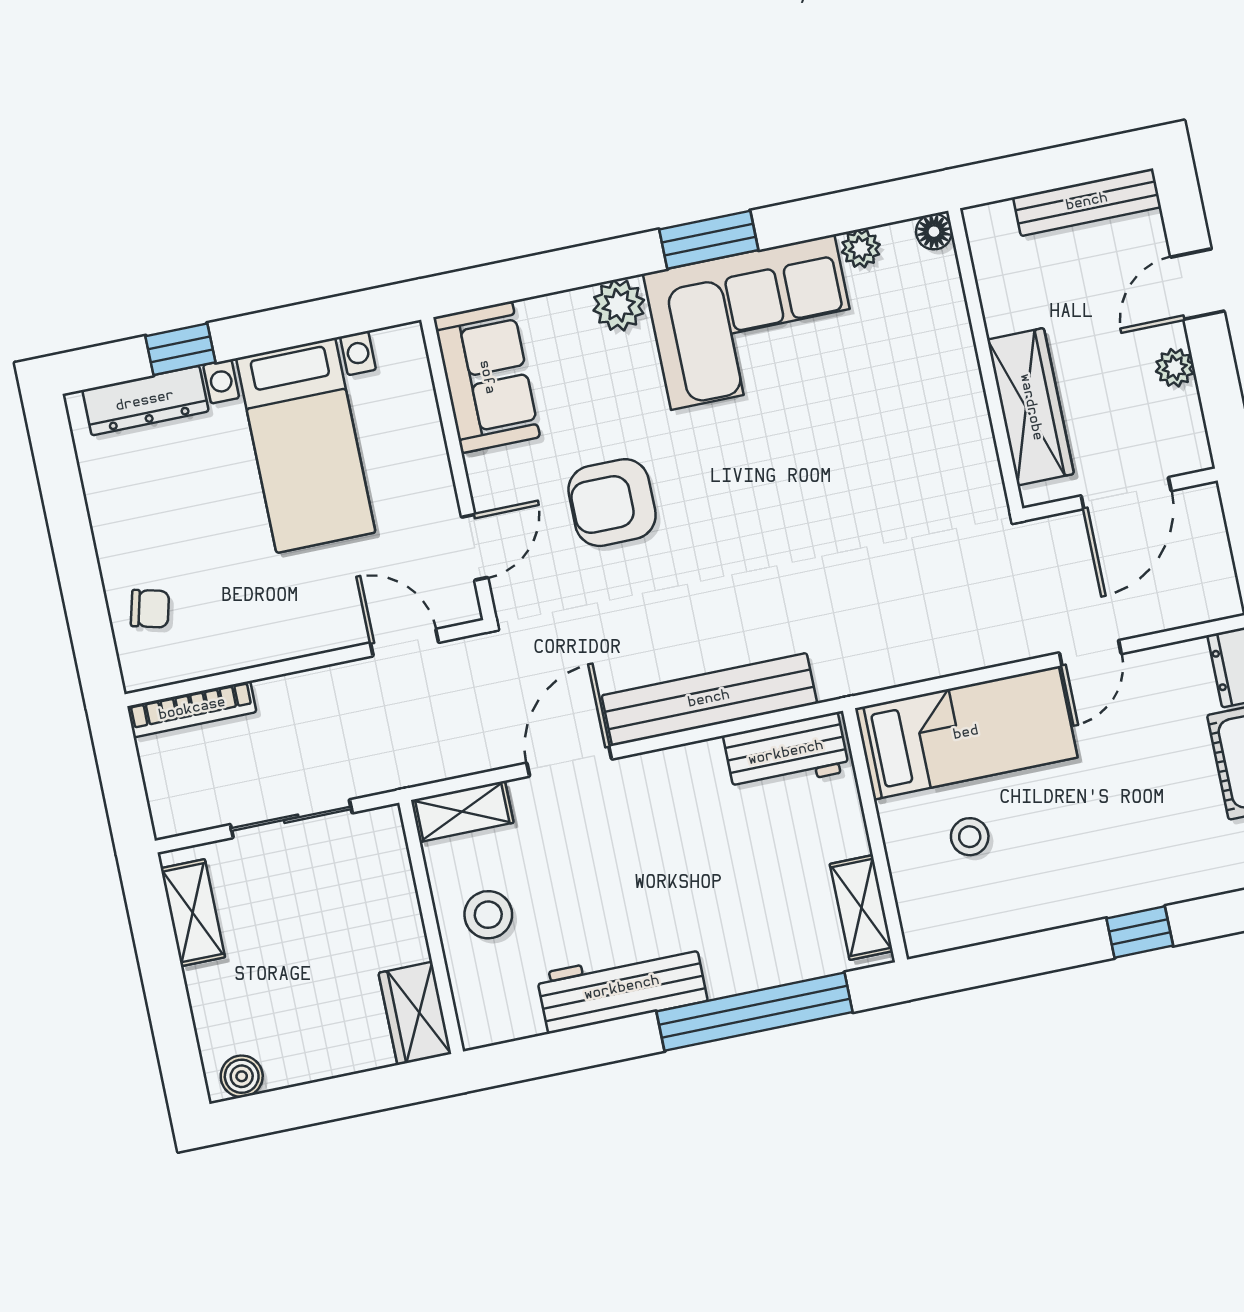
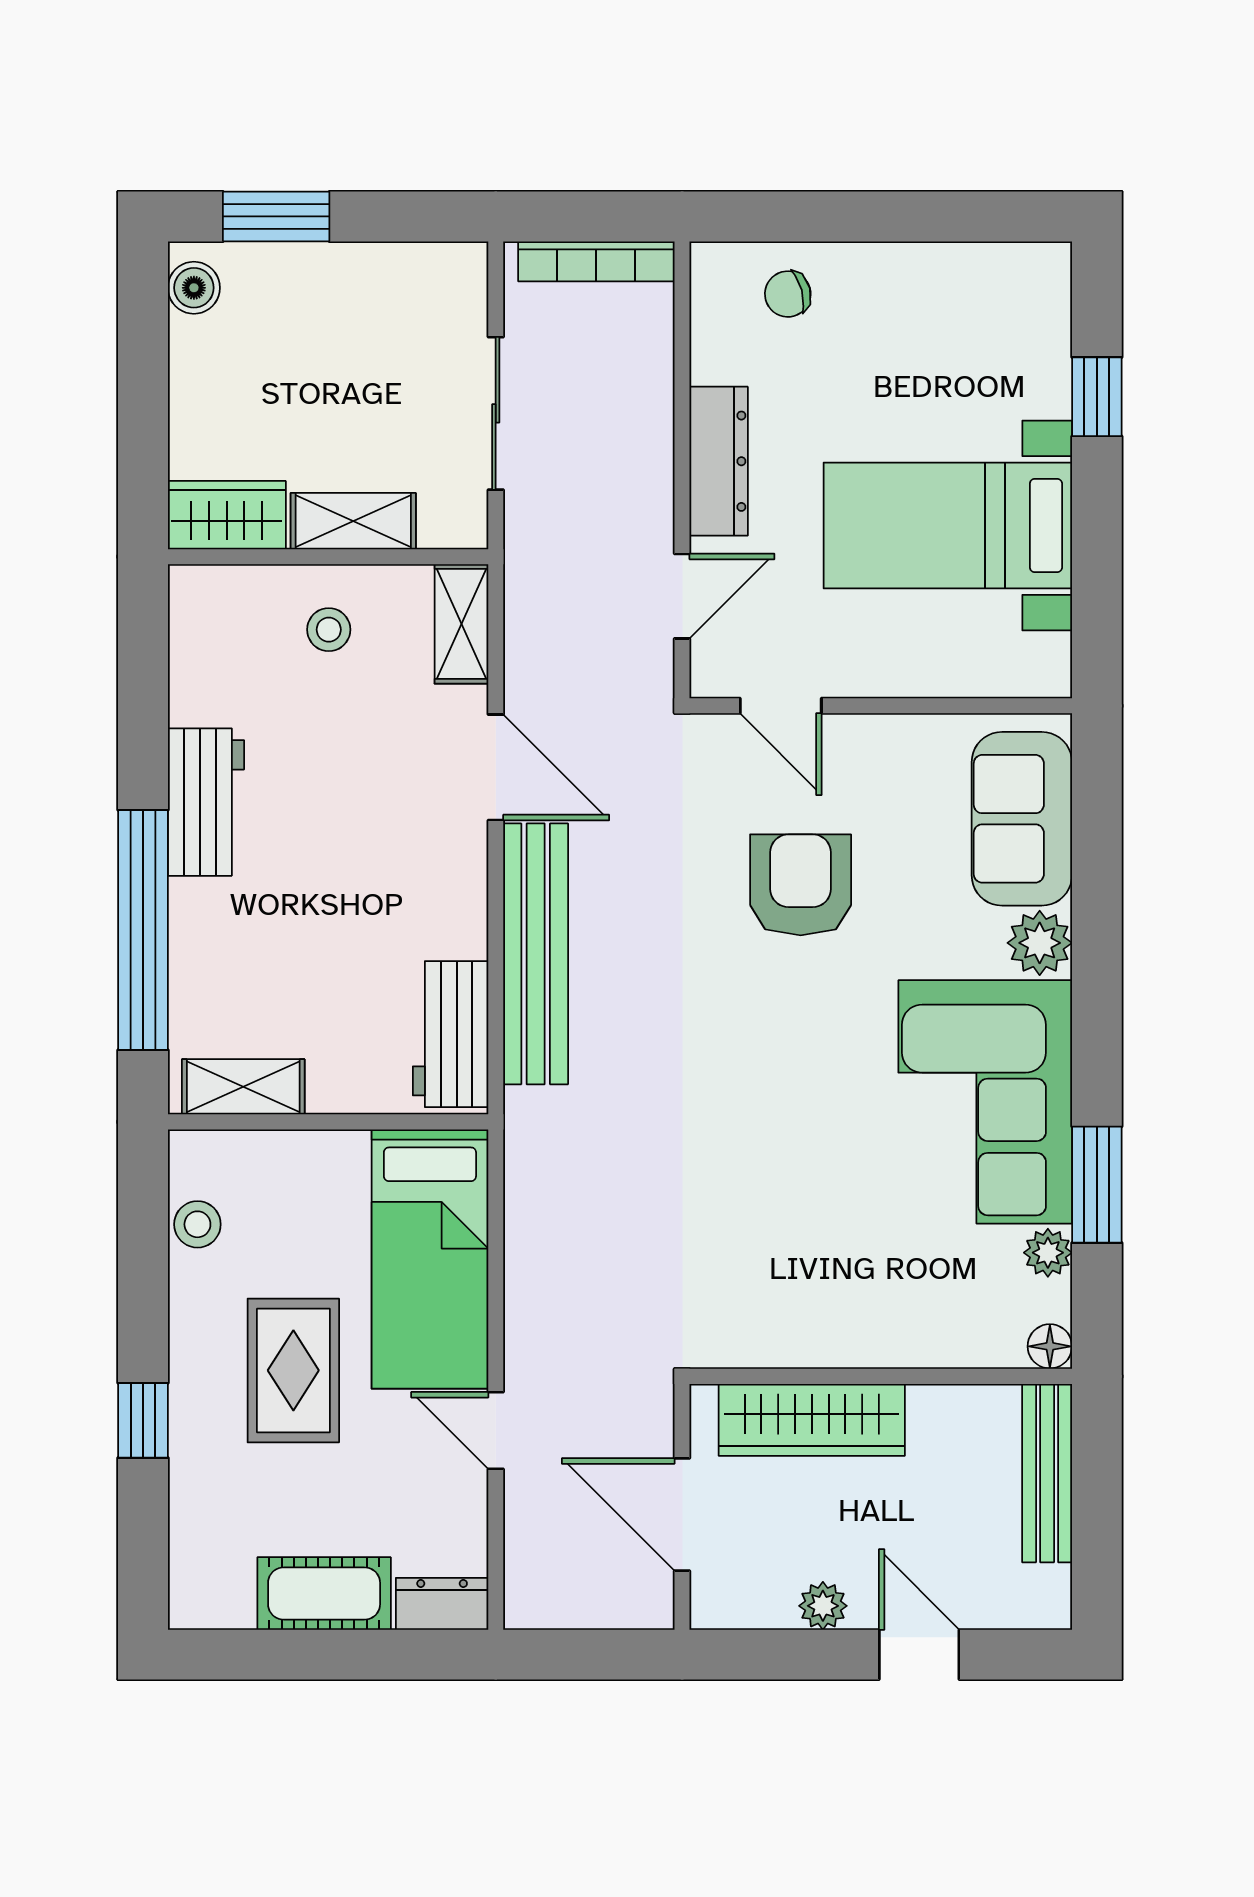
bench: (1087, 202) -> (1047, 1473), moved
window: (709, 240) -> (1097, 1185), moved
sofa: (487, 377) -> (1022, 819), moved, turned 90
dresser: (145, 401) -> (719, 461), moved, turned 180
chair: (150, 609) -> (788, 294), turned 61
bookcase: (192, 709) -> (596, 261), moved, turned -90
rug: (1076, 822) -> (293, 1370), added
stool: (970, 837) -> (197, 1224), moved
shelving: (193, 913) -> (353, 521), moved
stool: (488, 915) -> (329, 630), width x0.73, depth x0.73
workbench: (622, 988) -> (206, 802), width x0.73
window: (172, 1023) -> (276, 216), added

